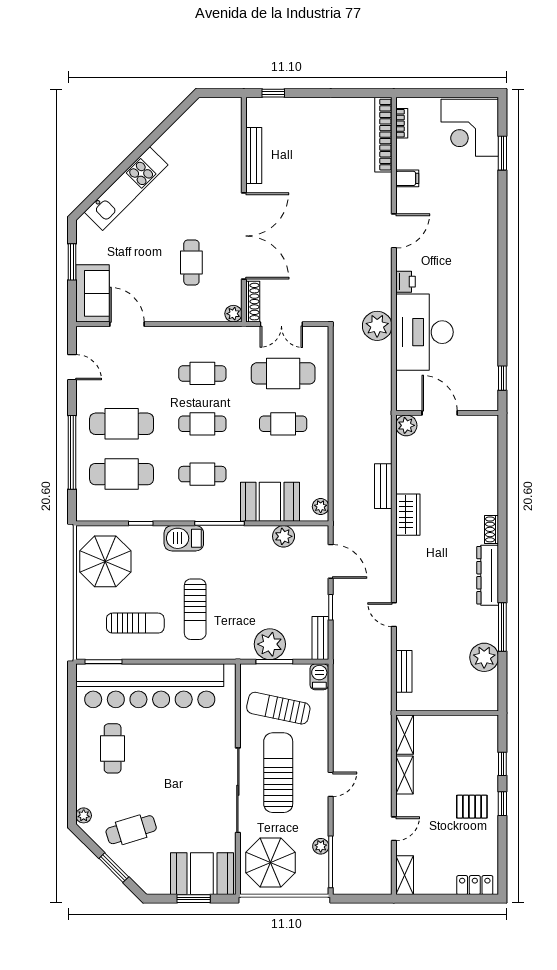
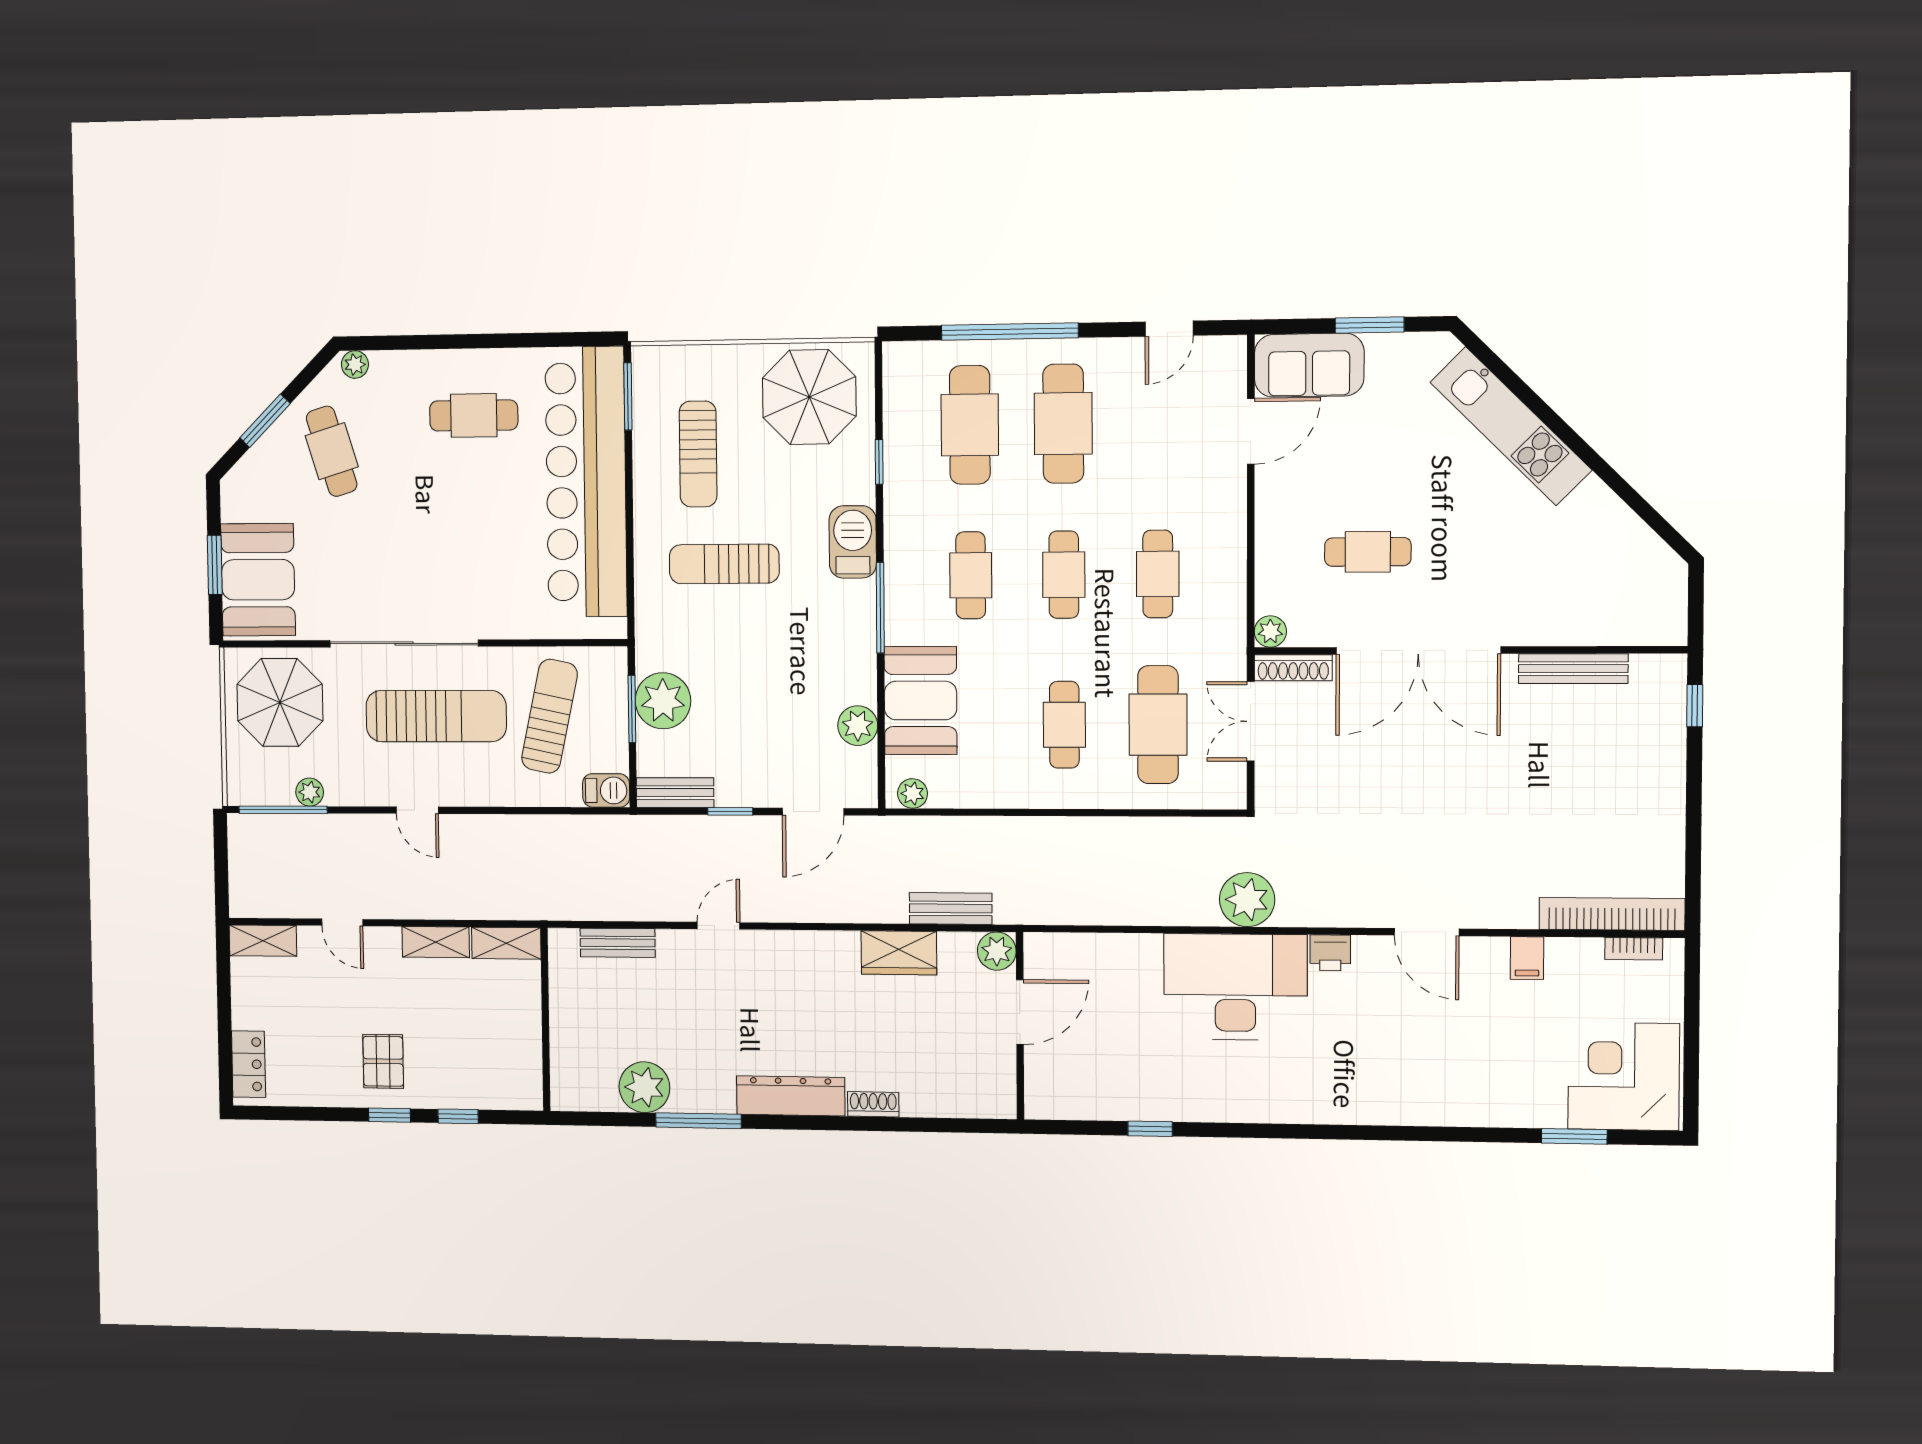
door: (440, 413) -> (1020, 1012), moved
wall: (447, 413) -> (1020, 1026), moved
plant: (406, 425) -> (997, 951), moved

